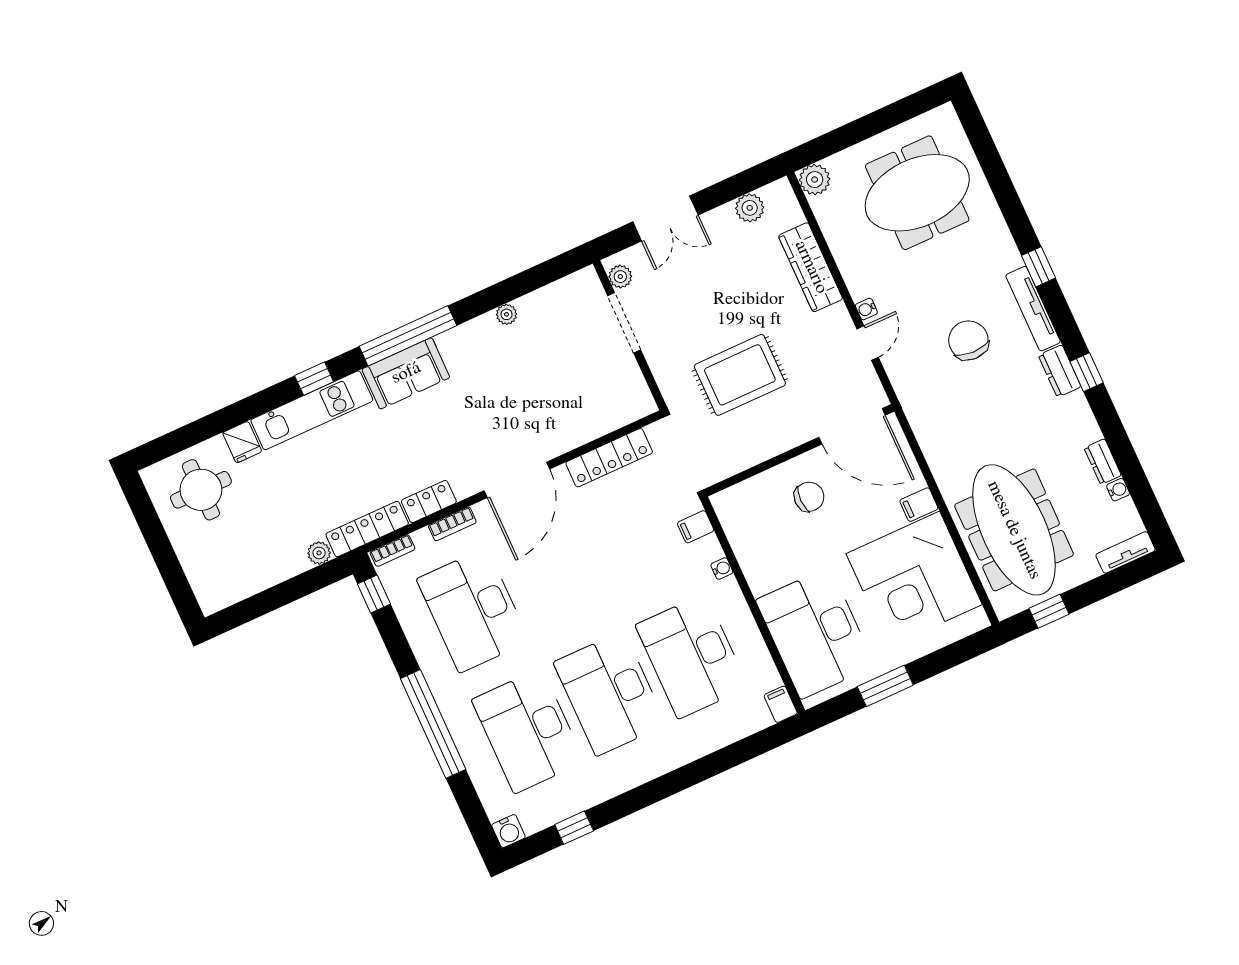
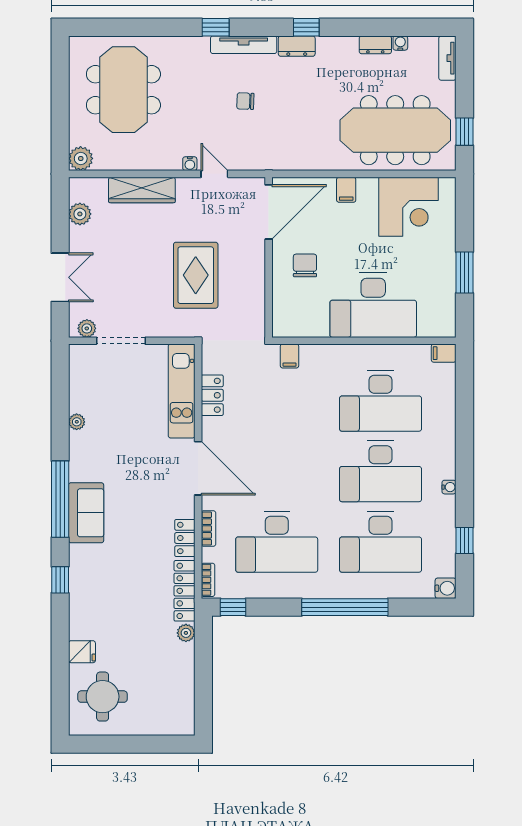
chair: (968, 340) -> (245, 101), width x0.54, depth x0.54
kitchen unit: (312, 410) -> (182, 391), moved, turned 180
locker: (609, 458) -> (212, 395), width x0.66
water cooler: (722, 569) -> (449, 487), moved, turned 90
corner desk: (914, 579) -> (408, 207), width x0.74, depth x0.74
desk: (815, 633) -> (373, 305), moved

